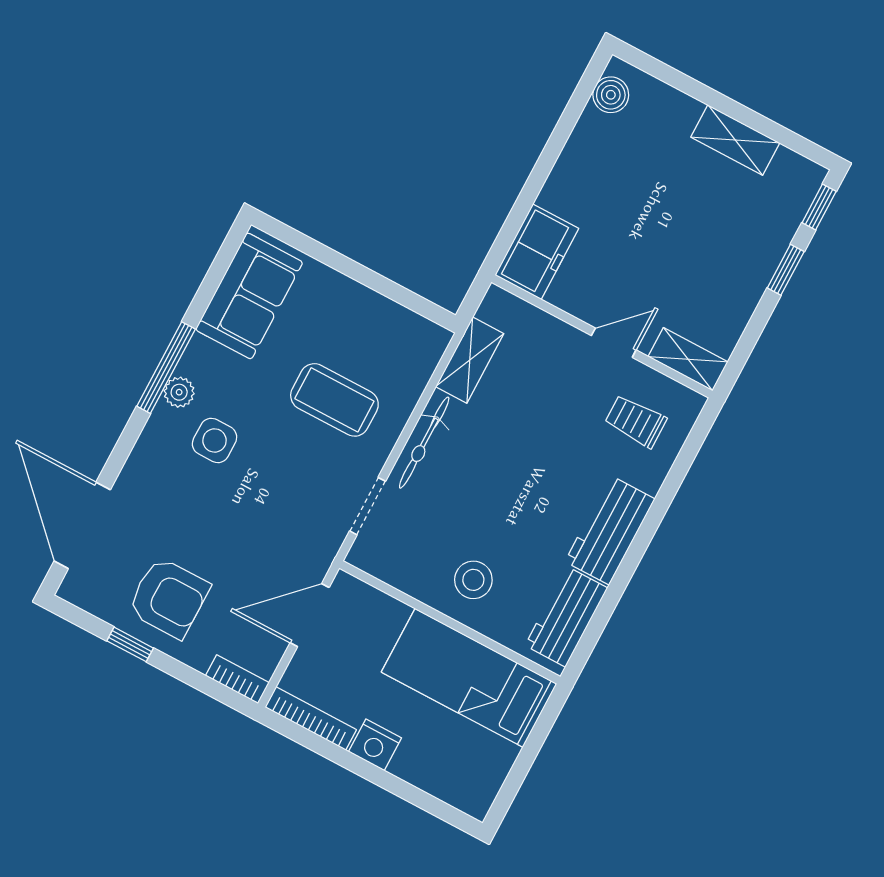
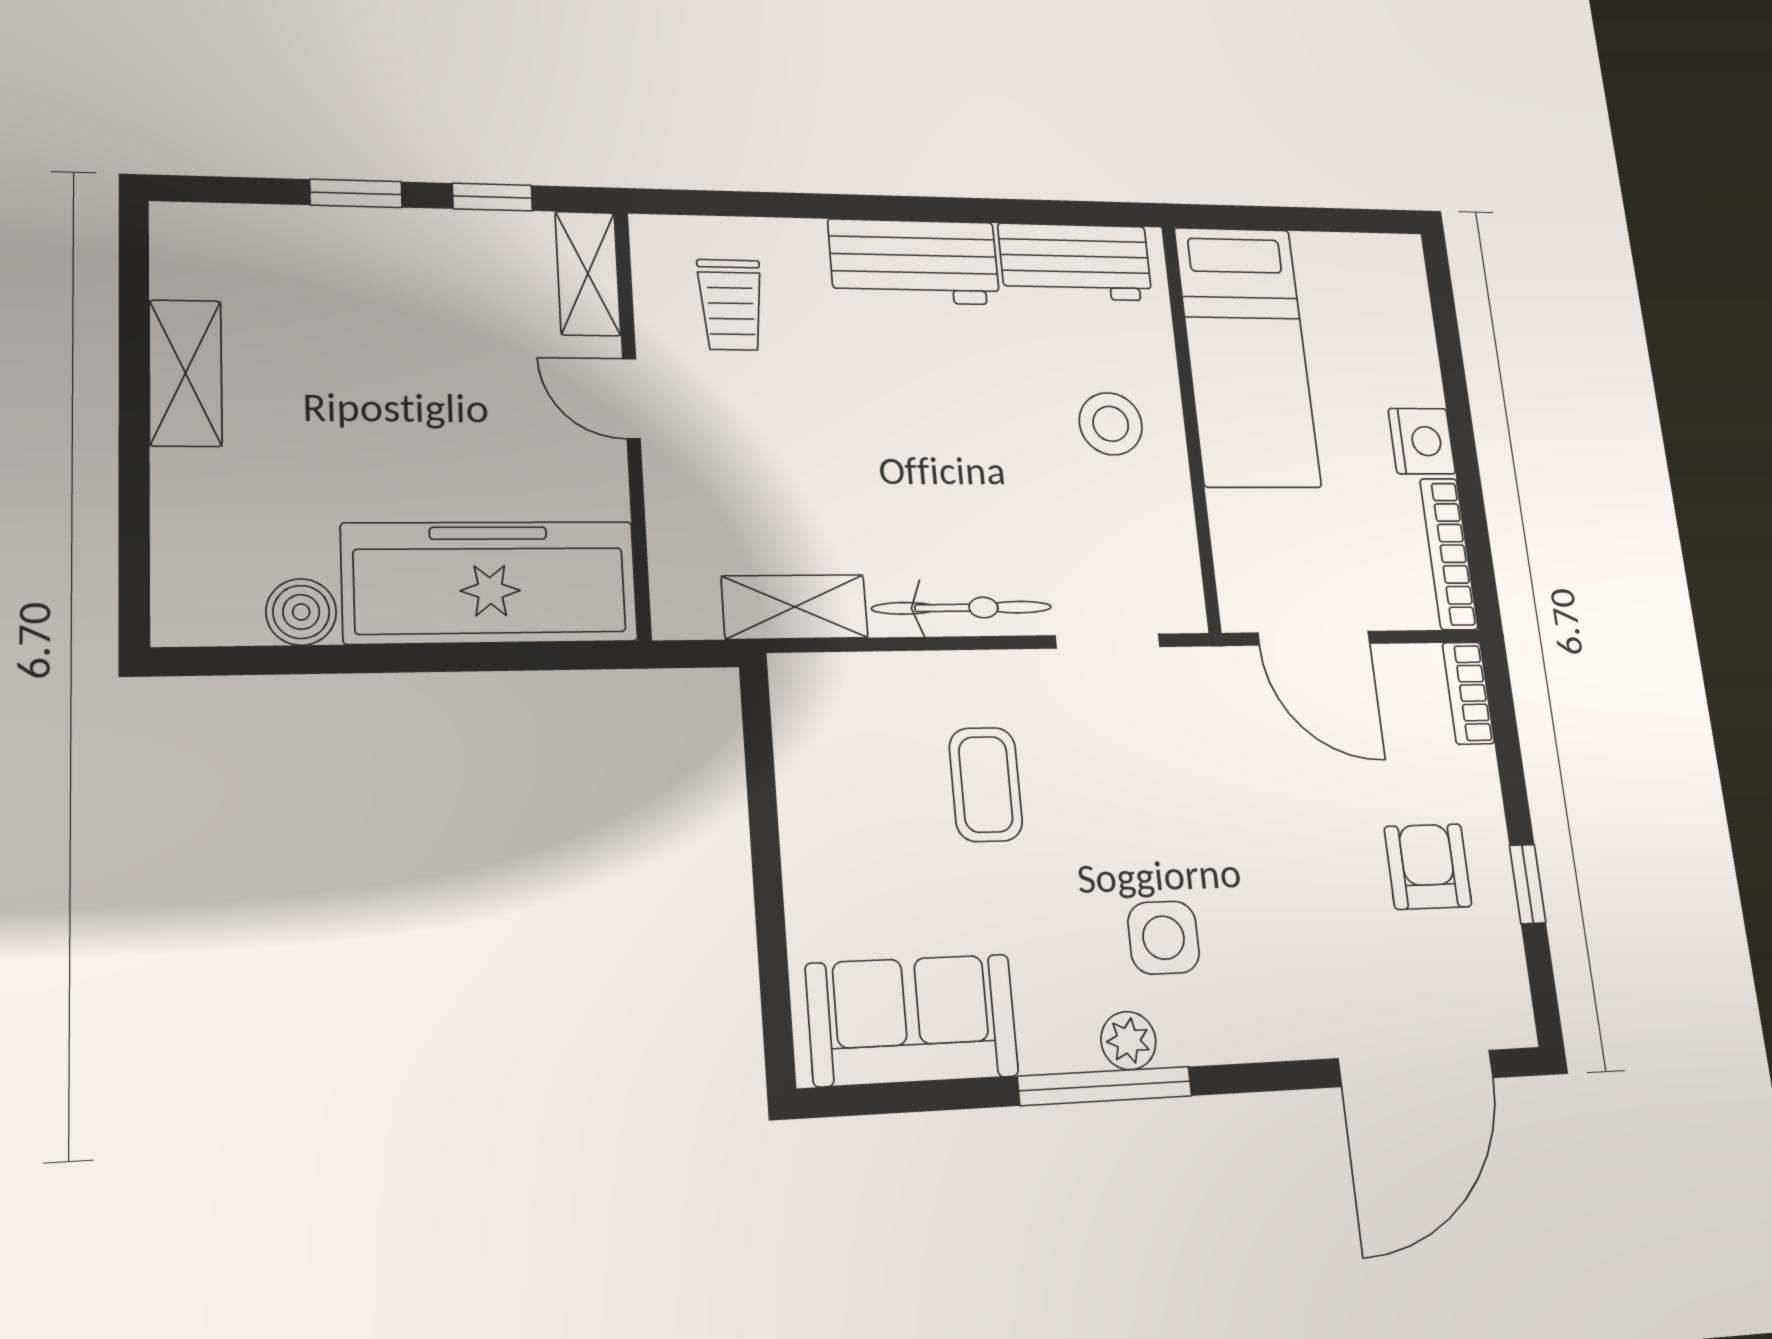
boiler: (611, 95) -> (301, 612), moved
window: (819, 207) -> (492, 197), moved
freezer: (537, 252) -> (490, 582), width x1.91, depth x1.26
coffee table: (334, 400) -> (986, 784), width x0.73, depth x0.77
armchair: (169, 598) -> (1428, 866), width x0.72, depth x0.72

